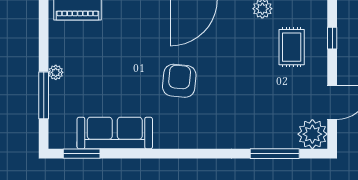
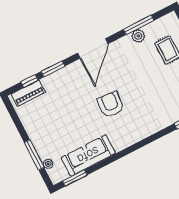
plant: (56, 72) -> (48, 164), moved

